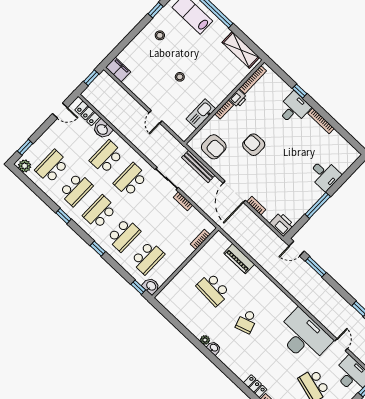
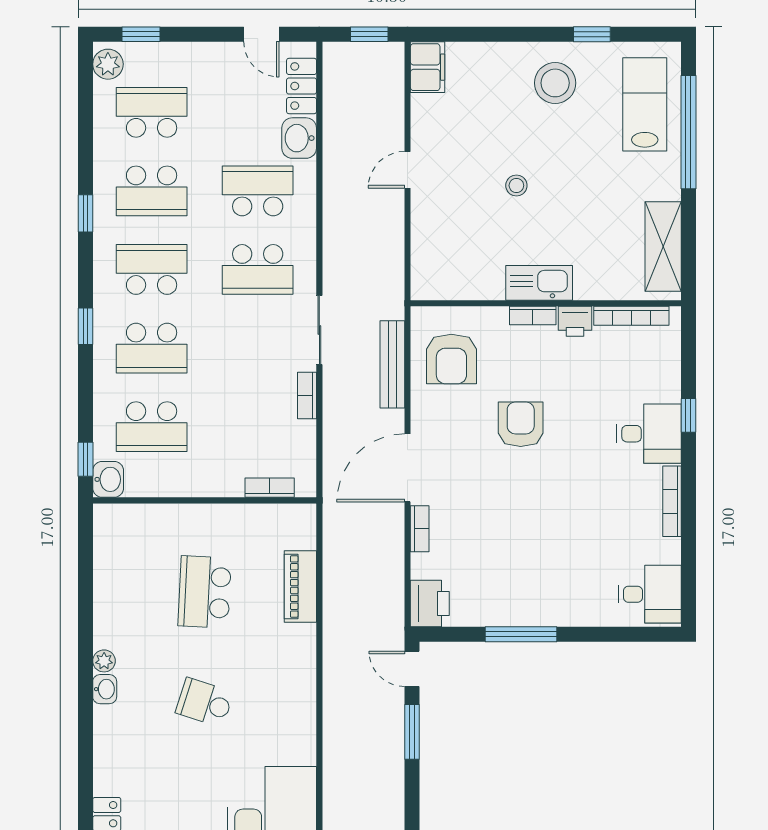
stool: (160, 35) -> (555, 83), width x1.89, depth x1.89
kitchen sink: (201, 114) -> (539, 283), moved
door: (156, 117) -> (408, 170), moved
desk: (324, 175) -> (650, 594), moved, turned -90
school desk: (130, 180) -> (258, 269), turned 180
school desk: (247, 321) -> (205, 702), turned 36

